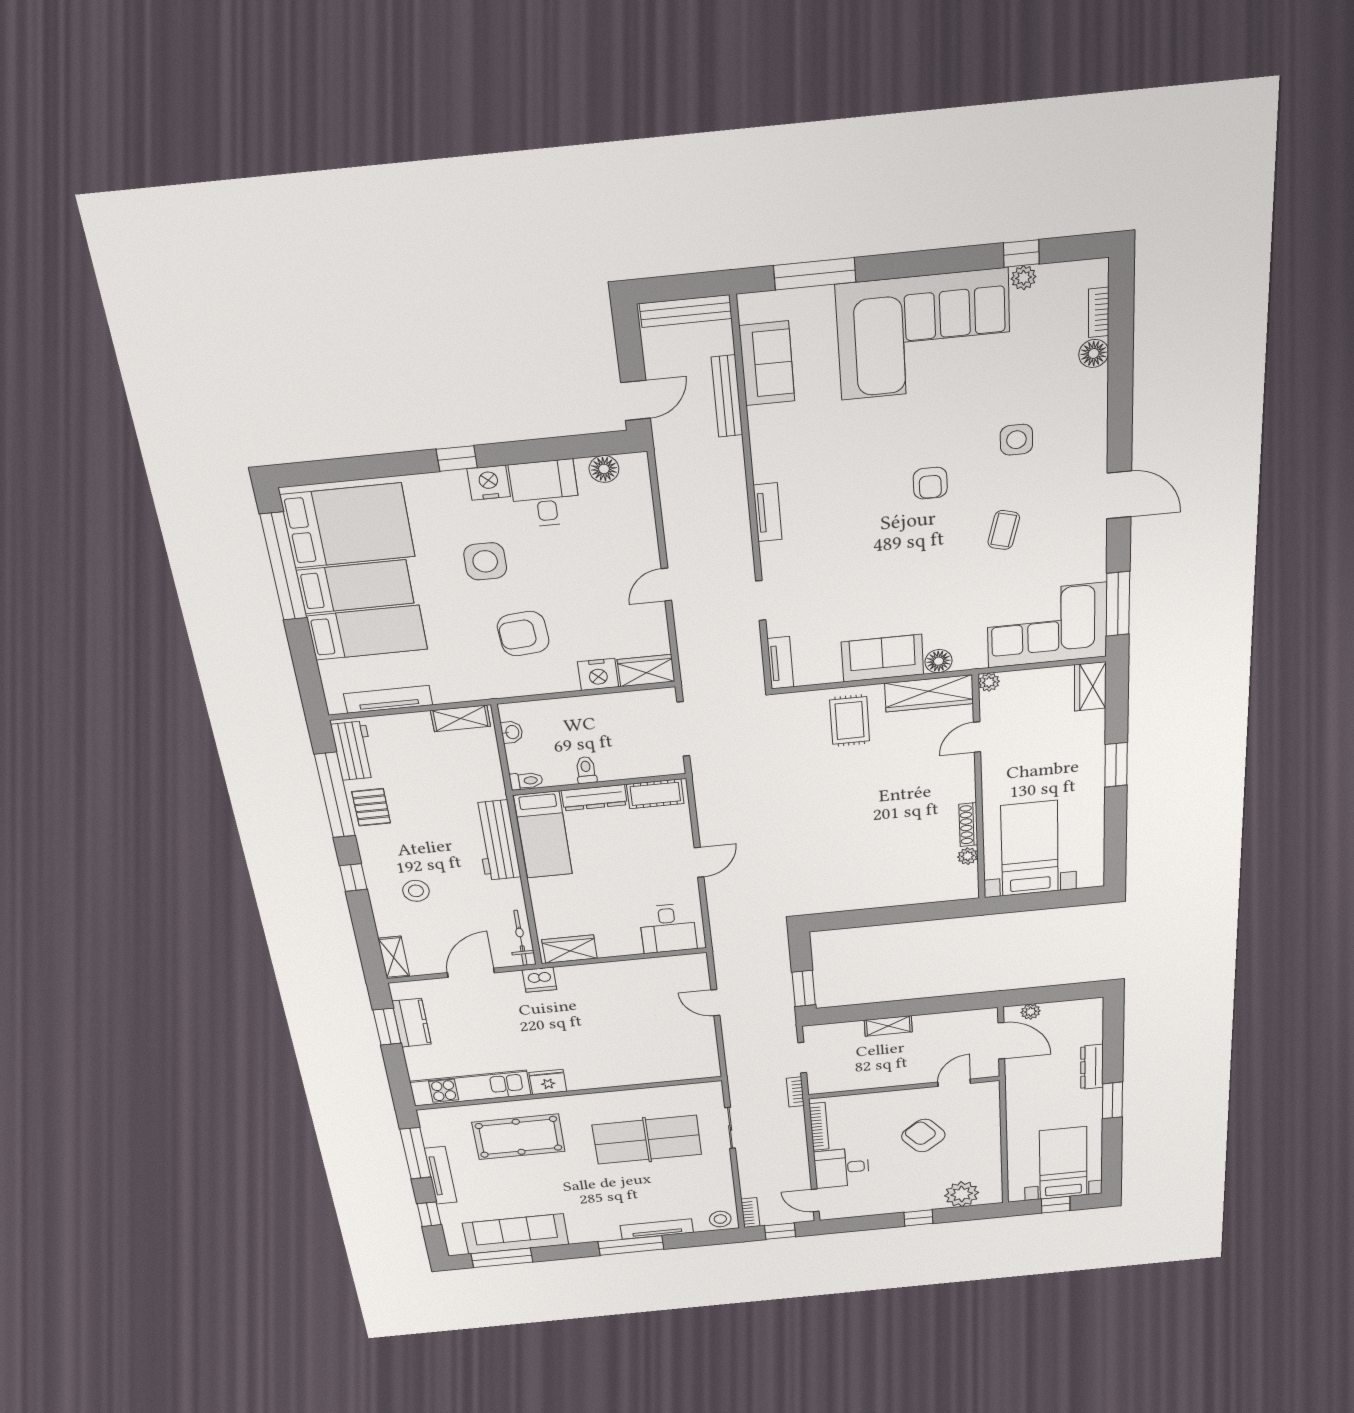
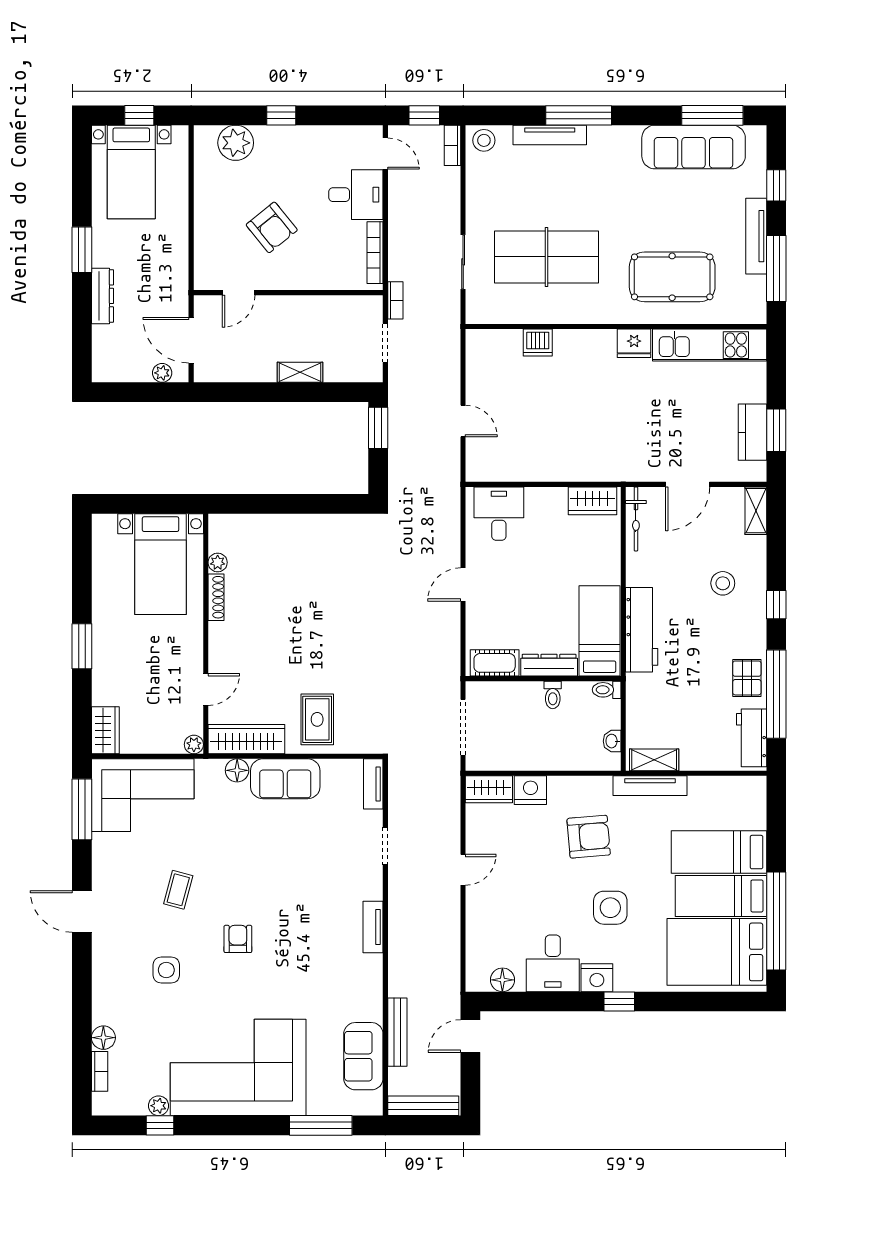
tv unit: (388, 699) -> (650, 786), moved
dishwasher: (539, 980) -> (538, 343), moved, turned 180

